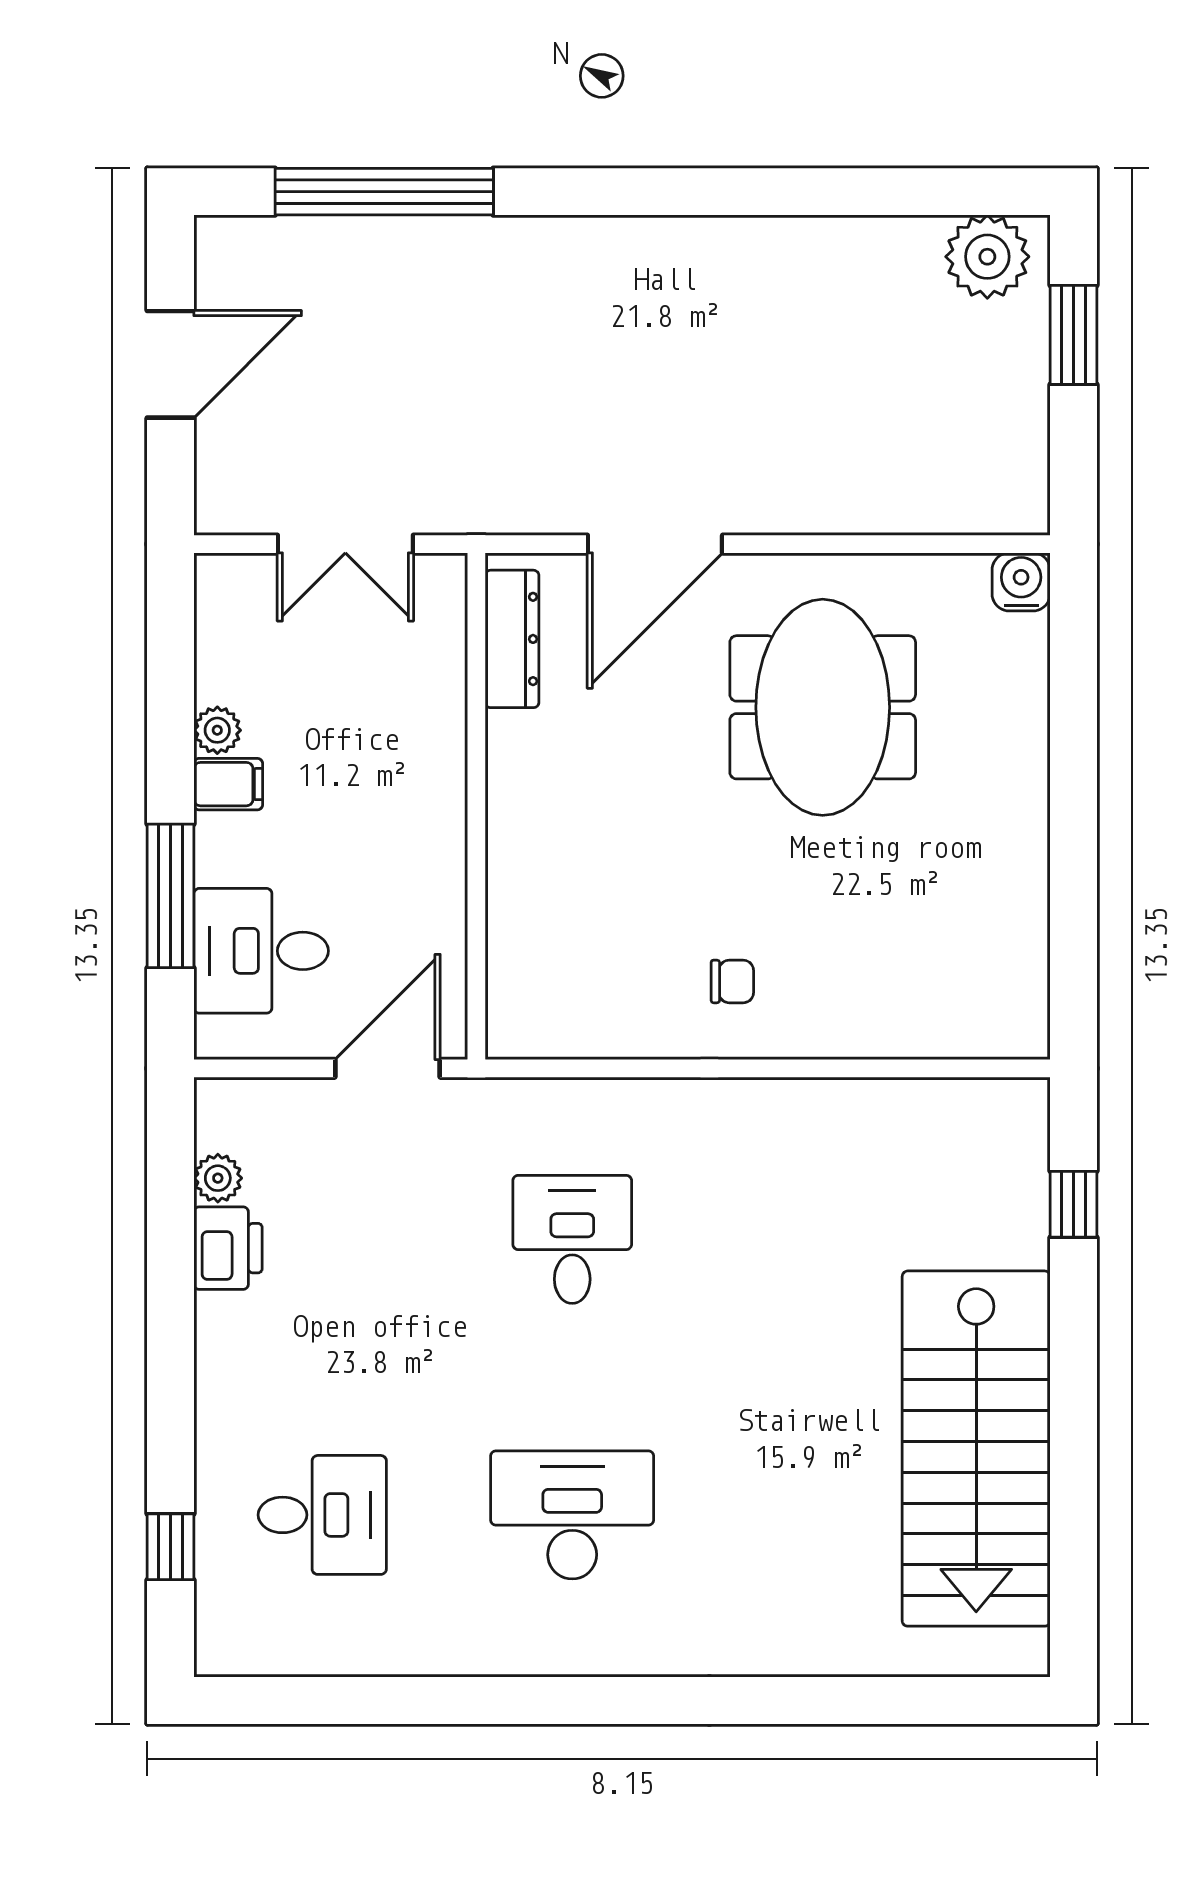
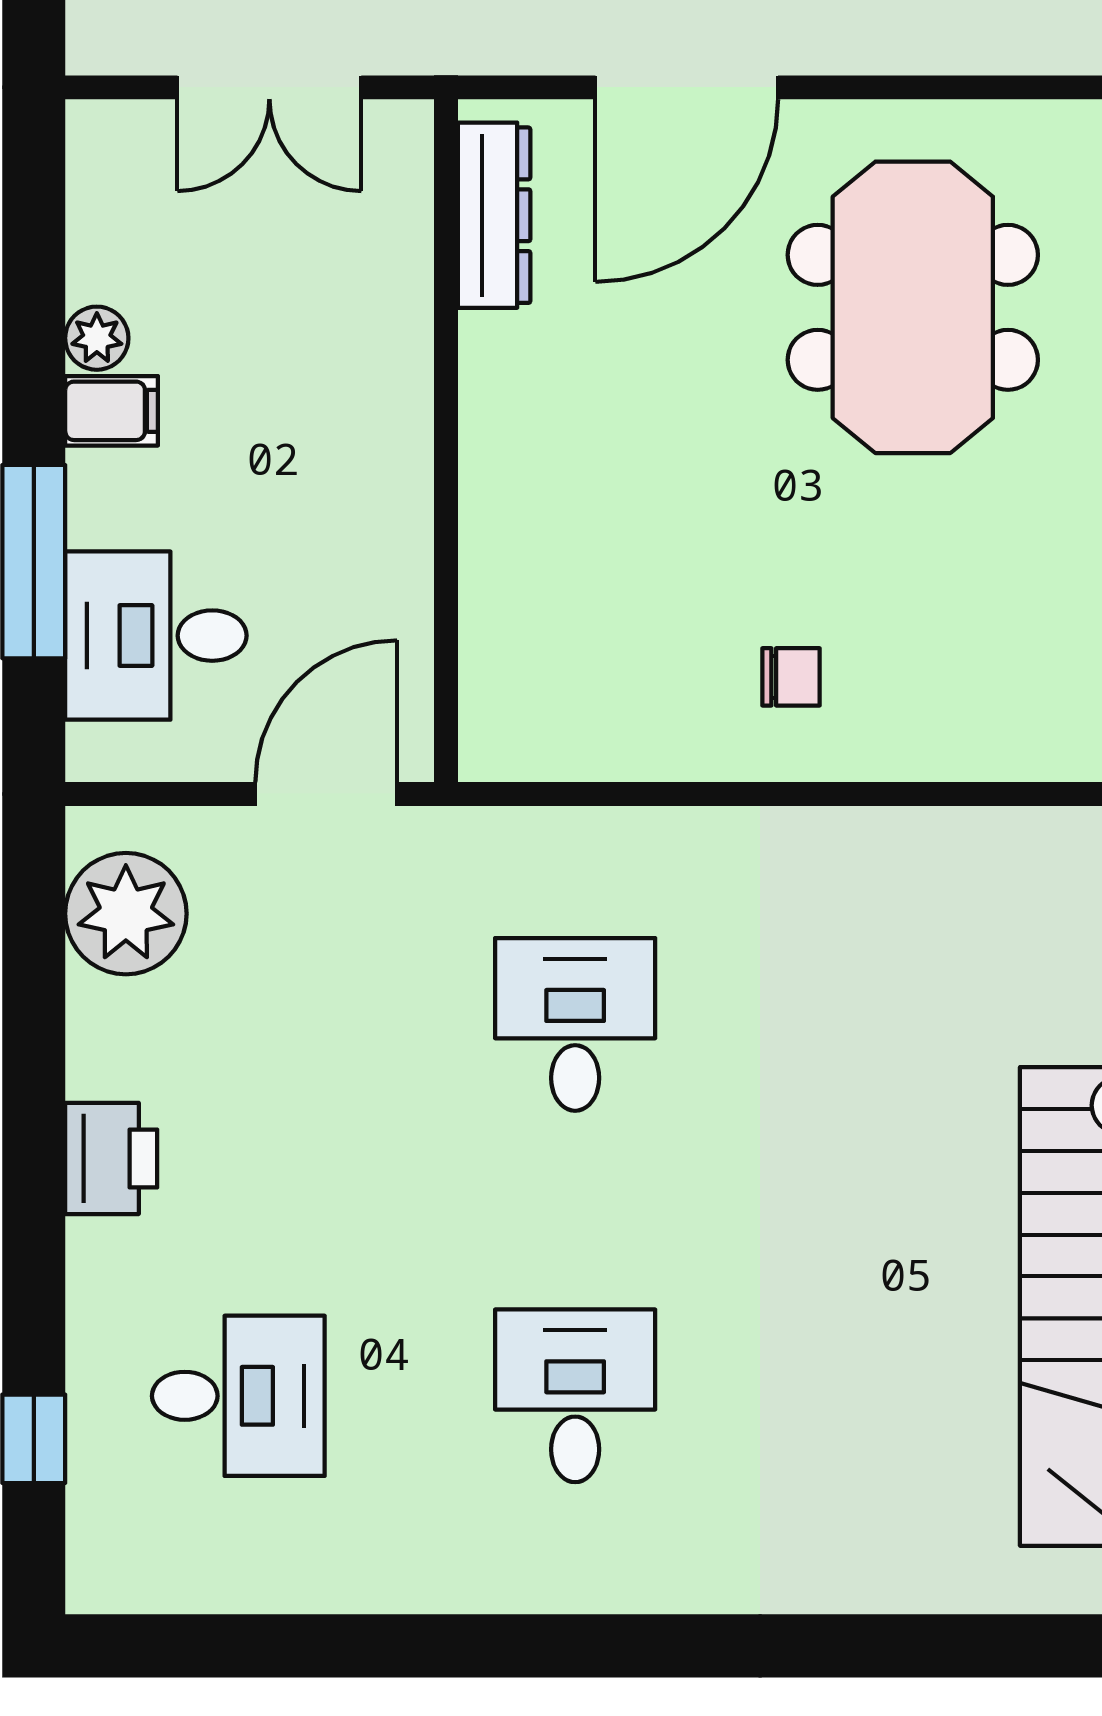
plant: (218, 1178) -> (126, 914), width x1.87, depth x1.87
printer: (228, 1248) -> (111, 1158), moved
desk: (572, 1515) -> (575, 1396), width x0.73

